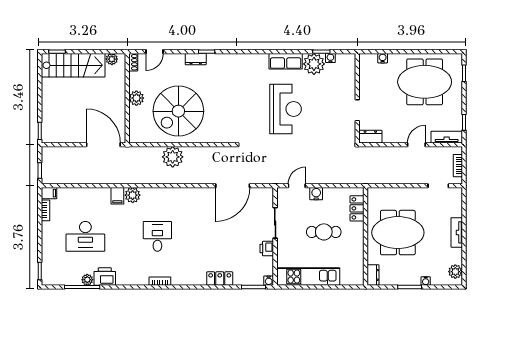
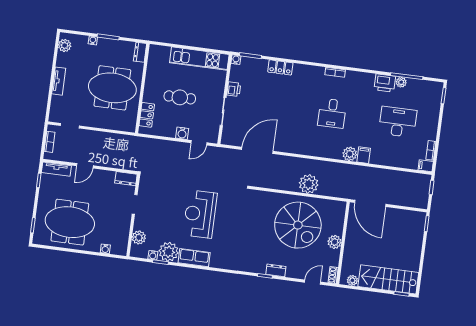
plant: (348, 75) -> (139, 238), added
spiral stairs: (178, 111) -> (298, 225), turned 90

